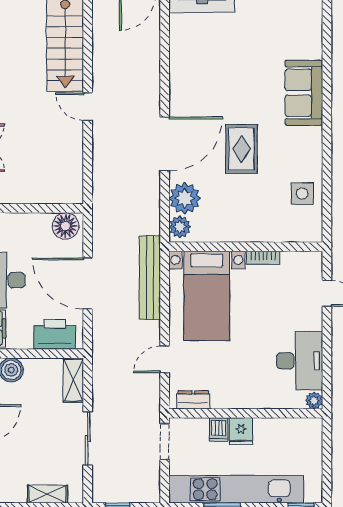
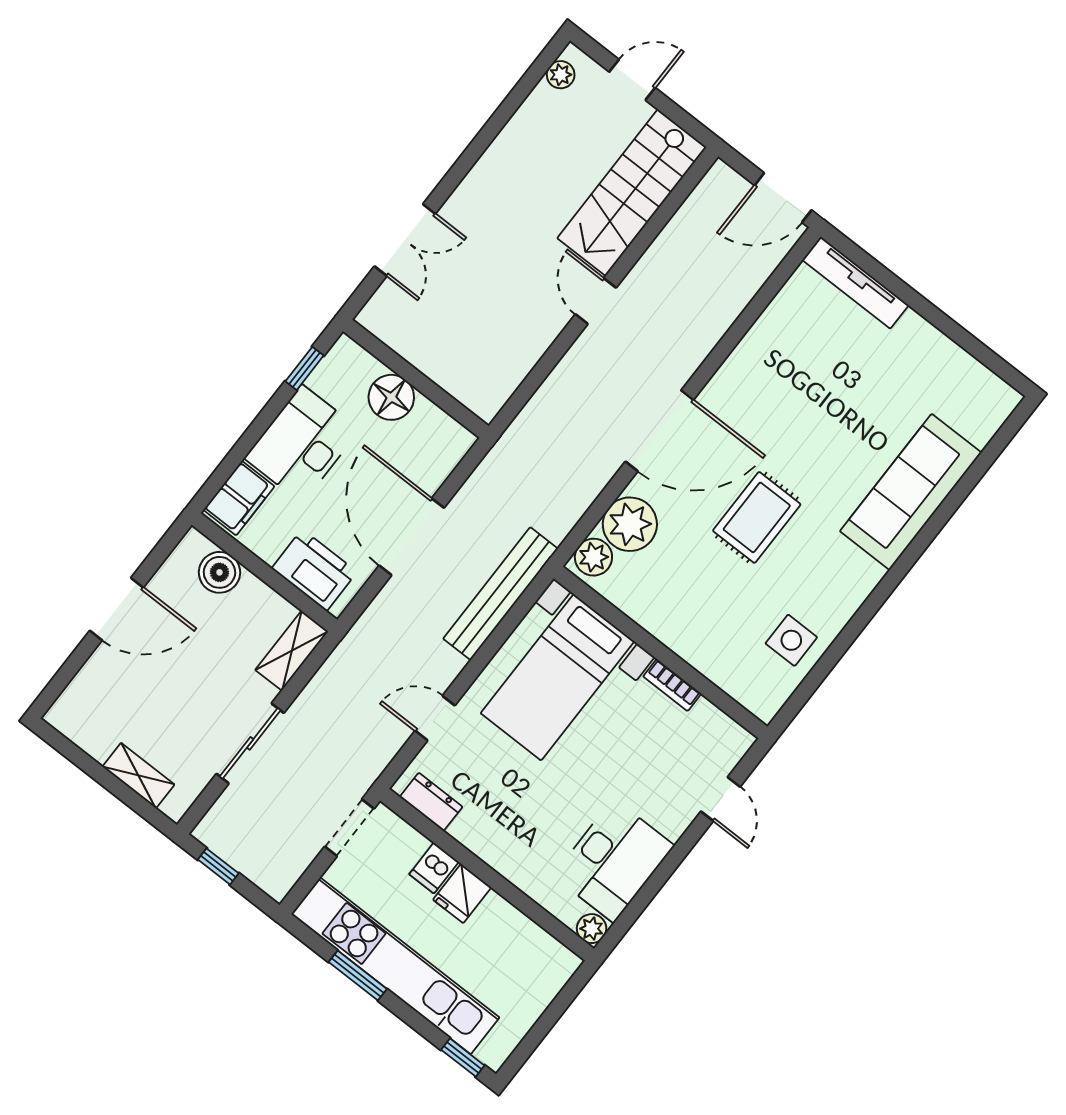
sofa: (304, 93) -> (911, 492), width x1.36
floor lamp: (65, 226) -> (391, 397), moved

